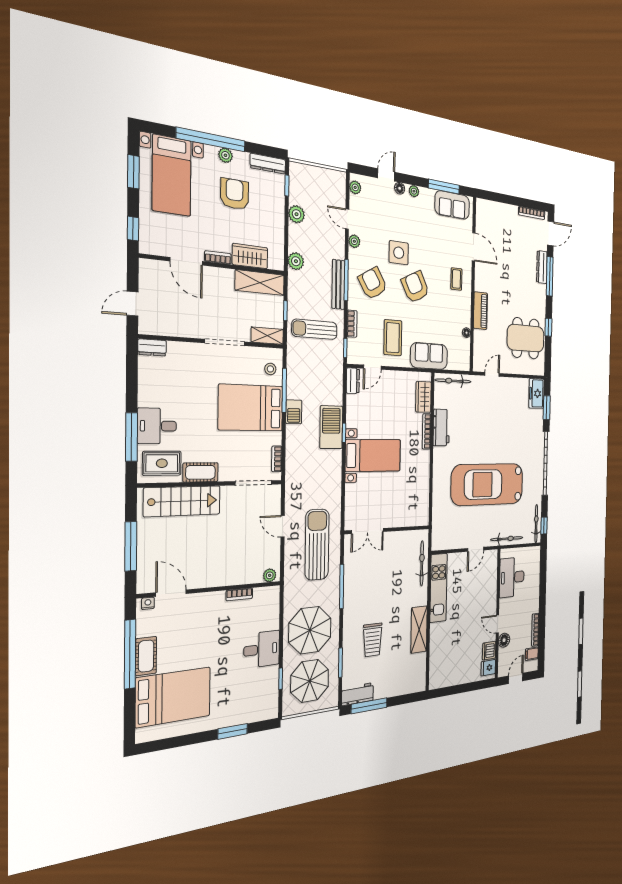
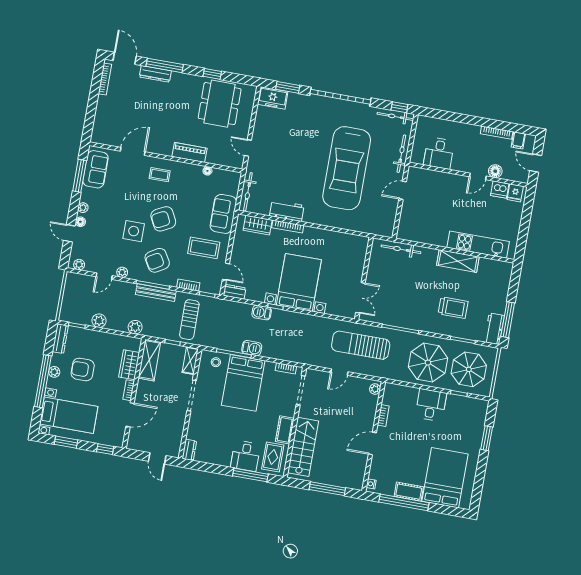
barbecue: (331, 427) -> (262, 312), width x0.53, depth x0.65
bed with nightstands: (373, 455) -> (299, 282), width x1.36
door: (476, 549) -> (403, 190), swing flipped
desk: (512, 577) -> (439, 153), width x0.73
kitchen unit: (439, 588) -> (478, 245), moved
door: (171, 593) -> (372, 443), moved

